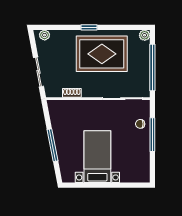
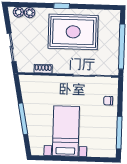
plant: (145, 35) -> (30, 13), moved
window: (152, 135) -> (119, 133), moved

